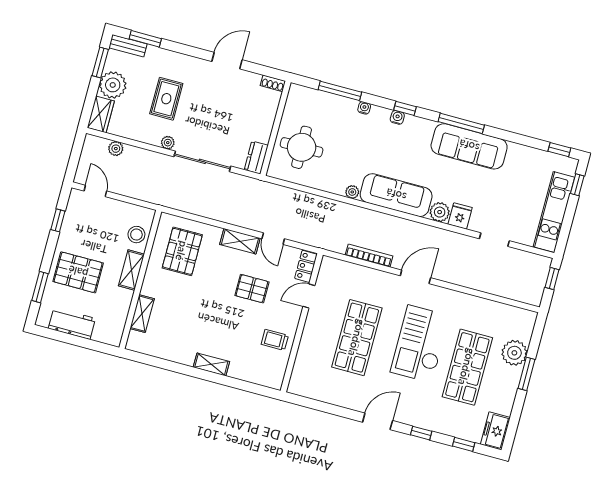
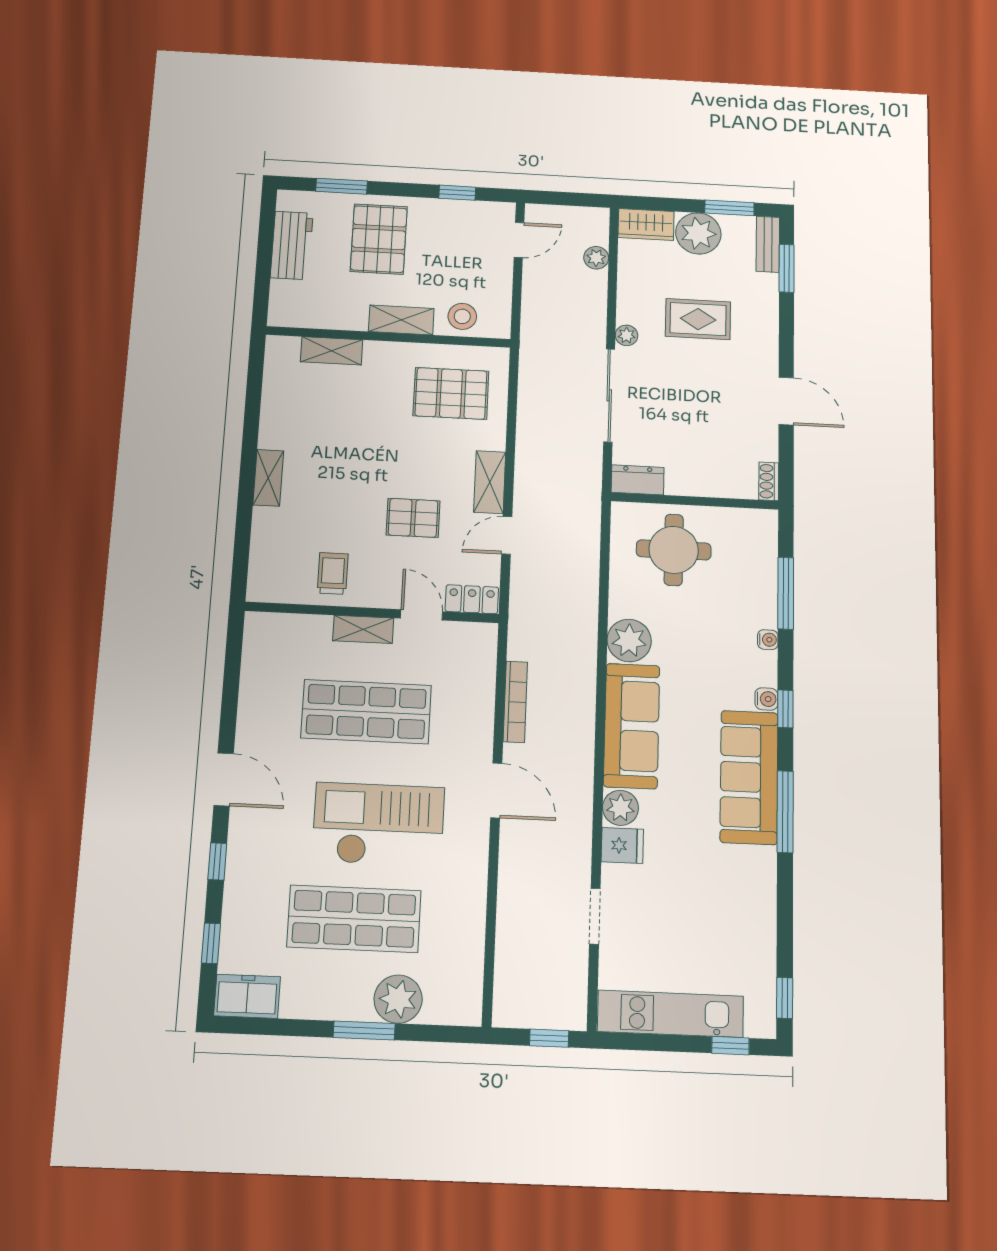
sofa: (469, 146) -> (749, 777), moved
plant: (352, 192) -> (629, 641), width x1.88, depth x1.88
pallet: (252, 289) -> (413, 518), turned 90
shelving: (310, 330) -> (363, 629), added

